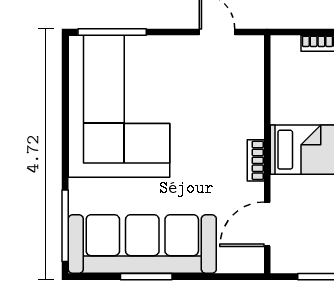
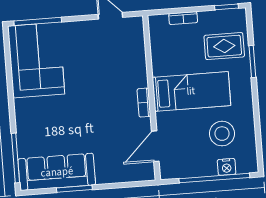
corner sofa: (119, 106) -> (36, 60), width x0.73, depth x0.74
sofa: (142, 244) -> (57, 172), width x0.74, depth x0.79

